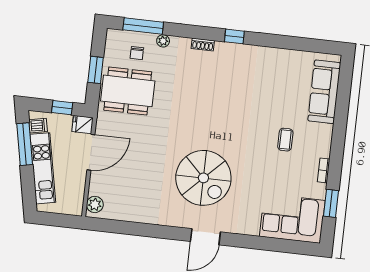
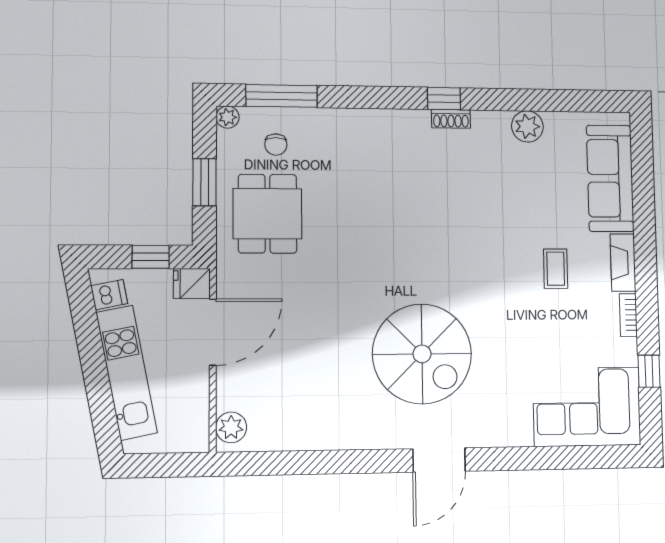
plant: (163, 41) -> (227, 117), moved
shoe rack: (203, 44) -> (451, 119), moved
plant: (280, 57) -> (527, 126), added
dining table: (128, 91) -> (267, 214), width x0.73
fireplace: (325, 141) -> (623, 263), added
window: (25, 144) -> (87, 332), removed
window: (331, 203) -> (649, 371), width x0.67

